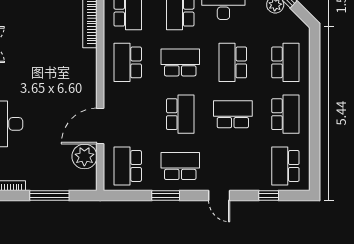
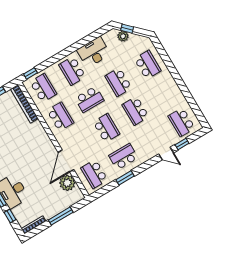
school desk: (128, 62) -> (60, 117), turned 180
school desk: (180, 62) -> (89, 99), turned 180
school desk: (233, 114) -> (135, 111), turned -90
school desk: (285, 114) -> (165, 93), removed
door: (219, 196) -> (166, 153), moved

